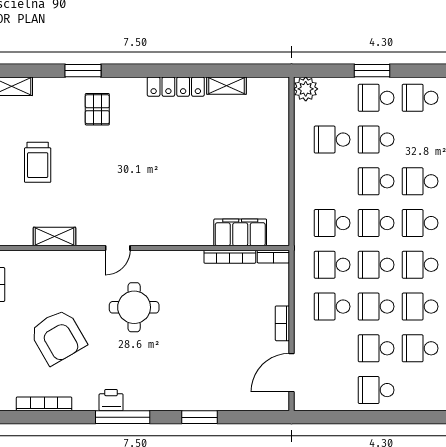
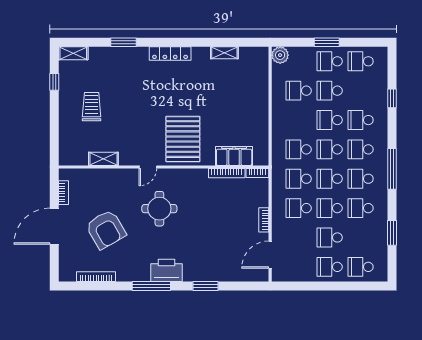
locker: (176, 87) -> (170, 53), moved
pallet: (97, 109) -> (183, 139), moved, width x2.05, depth x2.00
trolley: (38, 162) -> (92, 107), turned 180
school desk: (420, 348) -> (361, 267), moved
printer: (111, 400) -> (167, 270), moved, width x1.87, depth x1.48

